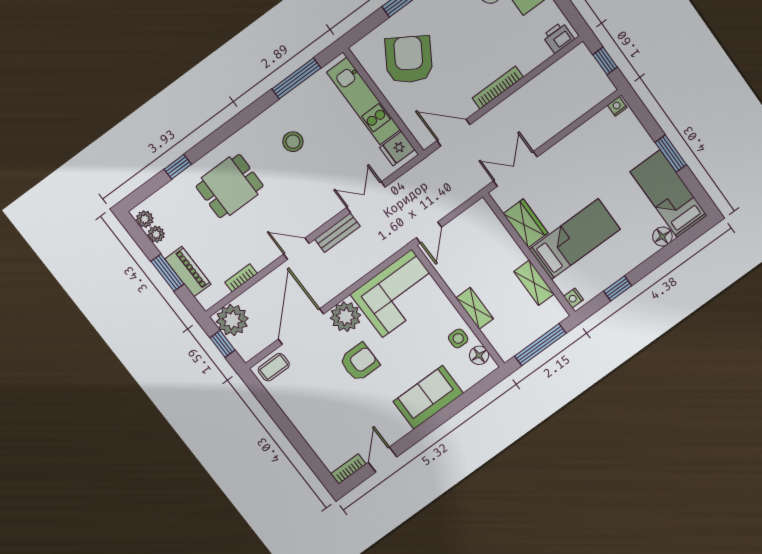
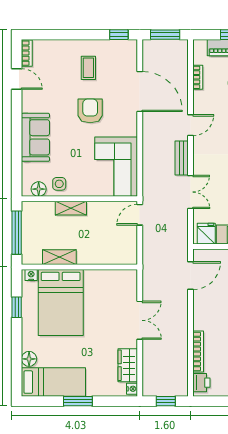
bookcase: (498, 87) -> (198, 351), moved
double door: (515, 169) -> (140, 320), moved
wardrobe: (526, 223) -> (128, 365), moved, turned 90
door: (429, 232) -> (140, 215), hinge flipped
bed: (575, 239) -> (61, 303), width x1.50
plant: (346, 317) -> (125, 124), removed
plant: (232, 320) -> (176, 52), removed
window: (222, 344) -> (165, 35), width x1.50
armchair: (359, 362) -> (90, 111), turned 180
coffee table: (274, 367) -> (88, 68), moved
window: (259, 391) -> (119, 35), added

